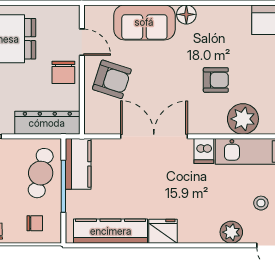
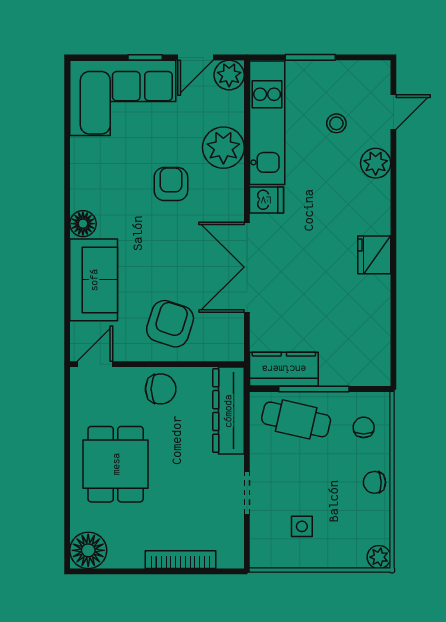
door: (82, 42) -> (95, 364), moved
kitchen counter: (111, 231) -> (374, 326), removed

